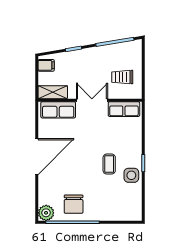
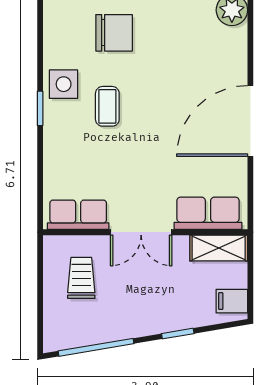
trolley: (122, 77) -> (81, 278), turned -90
chair: (74, 204) -> (114, 33), moved, turned 90

